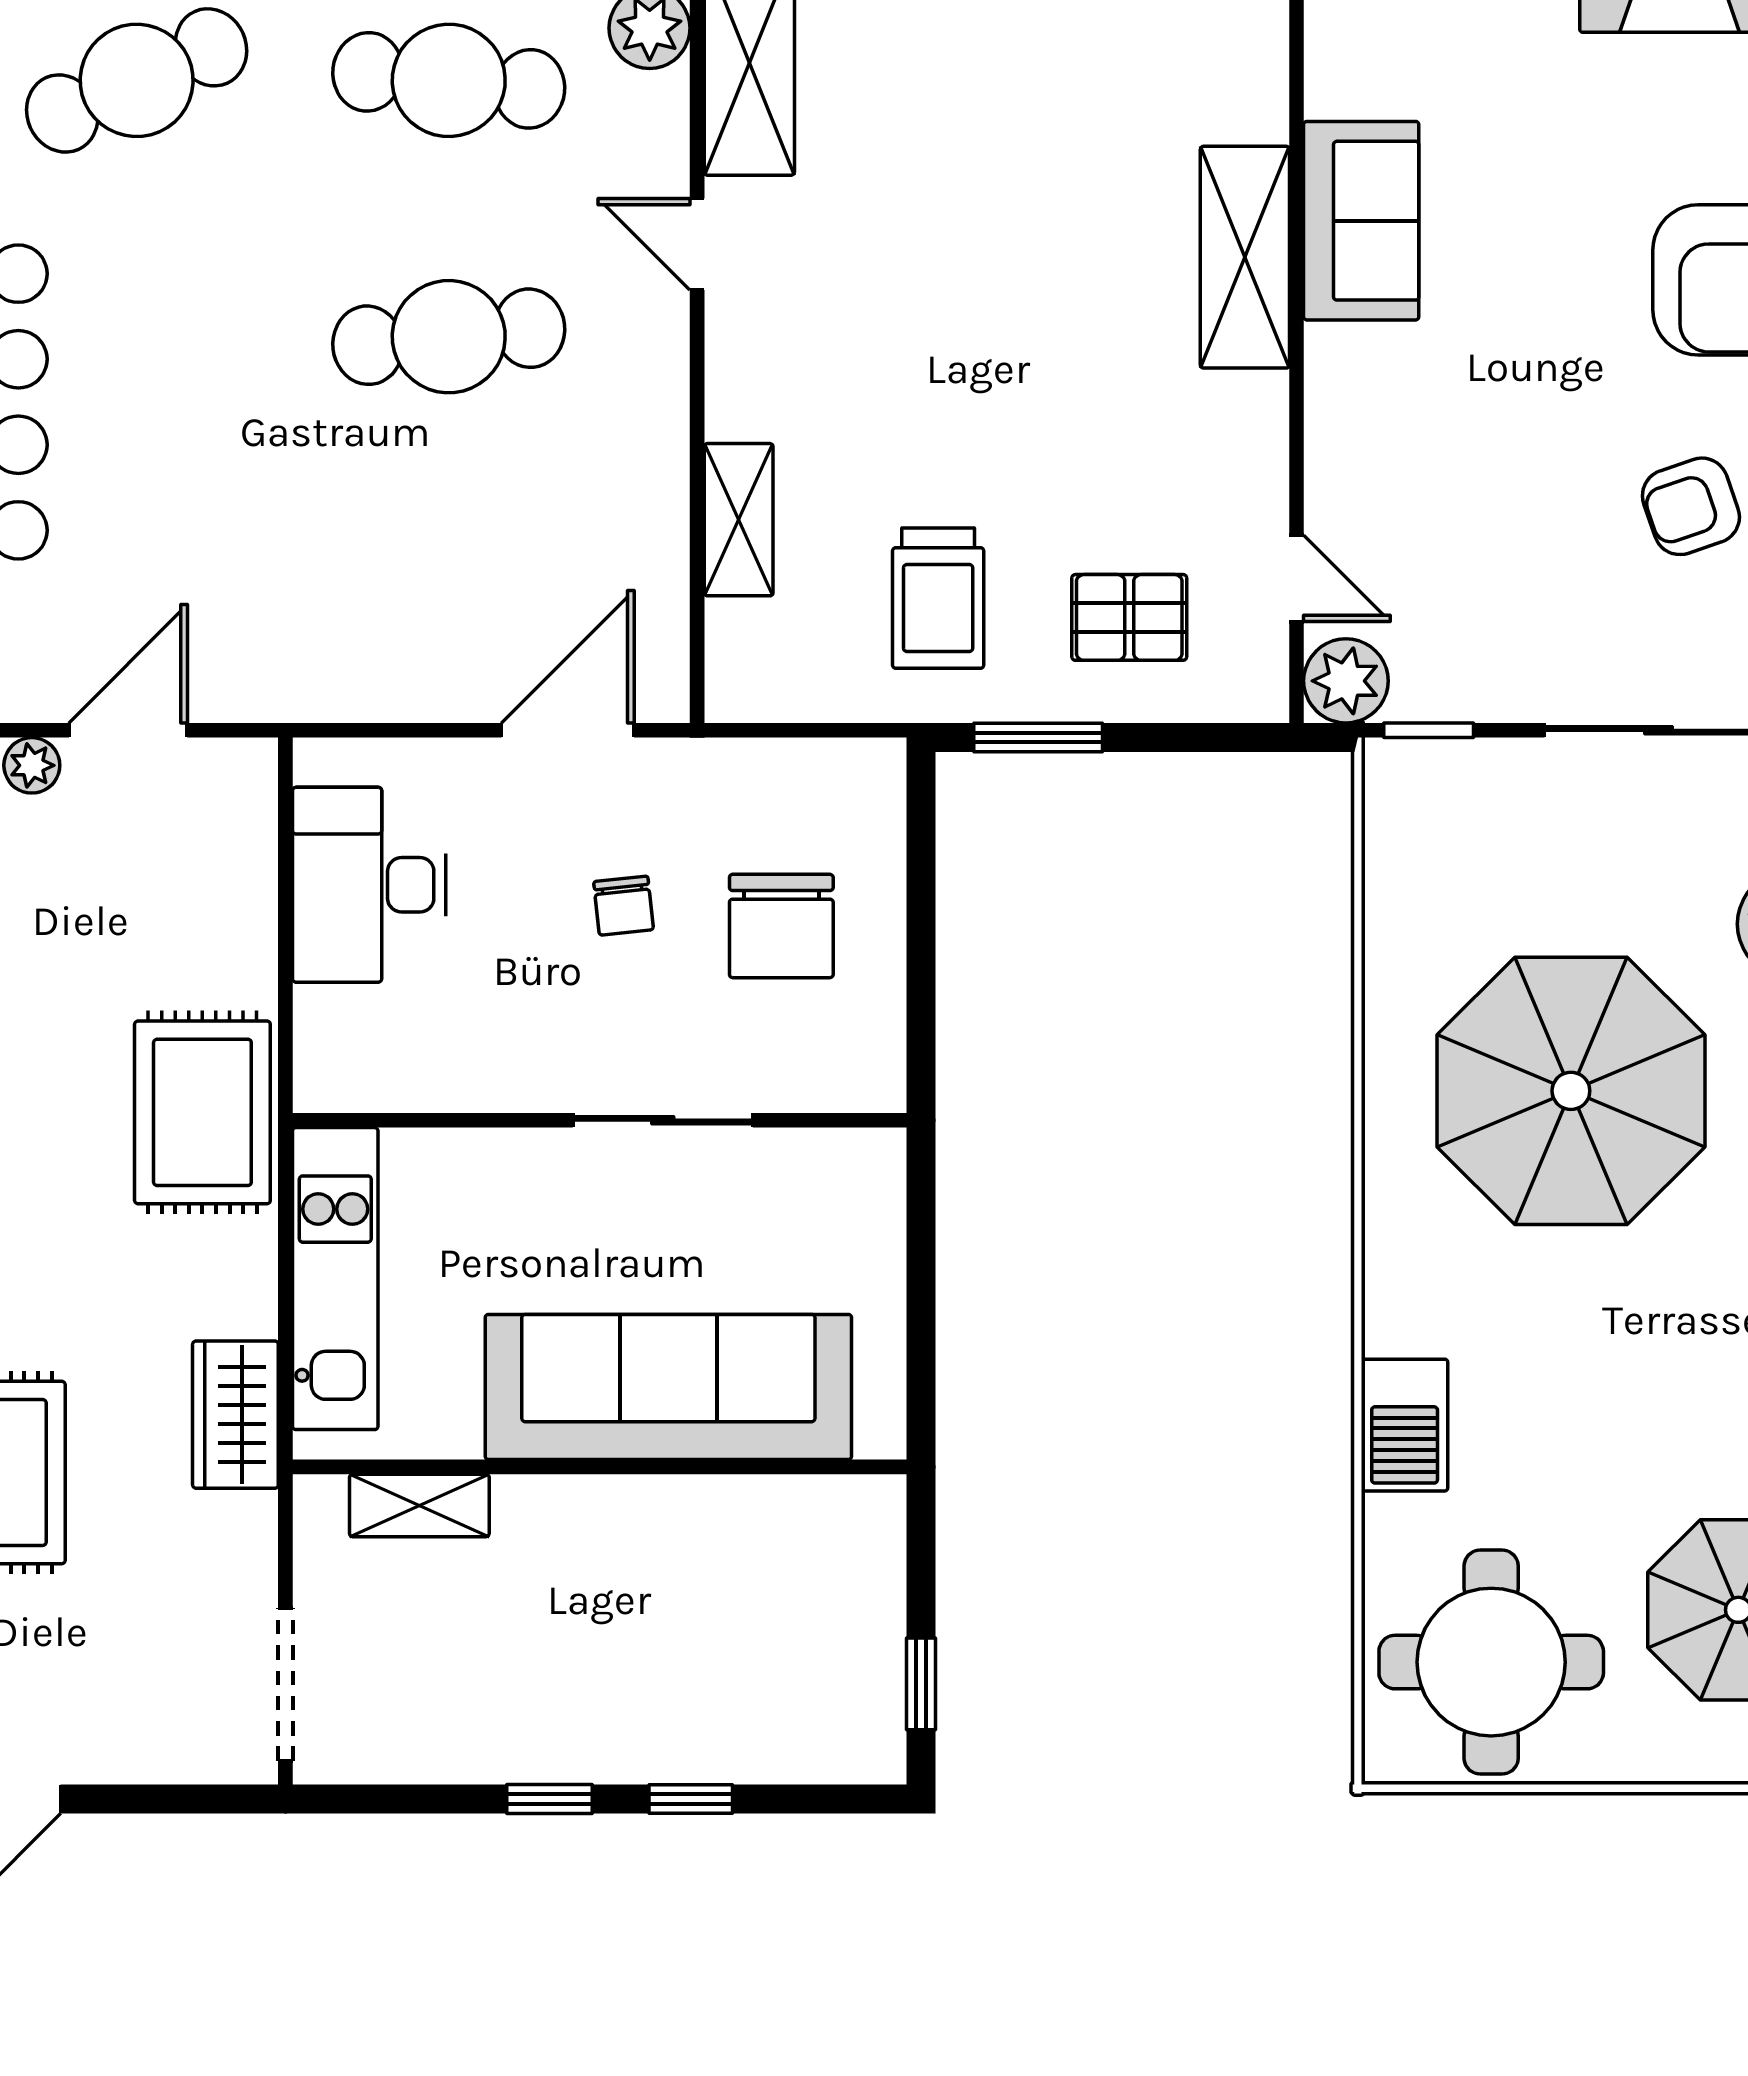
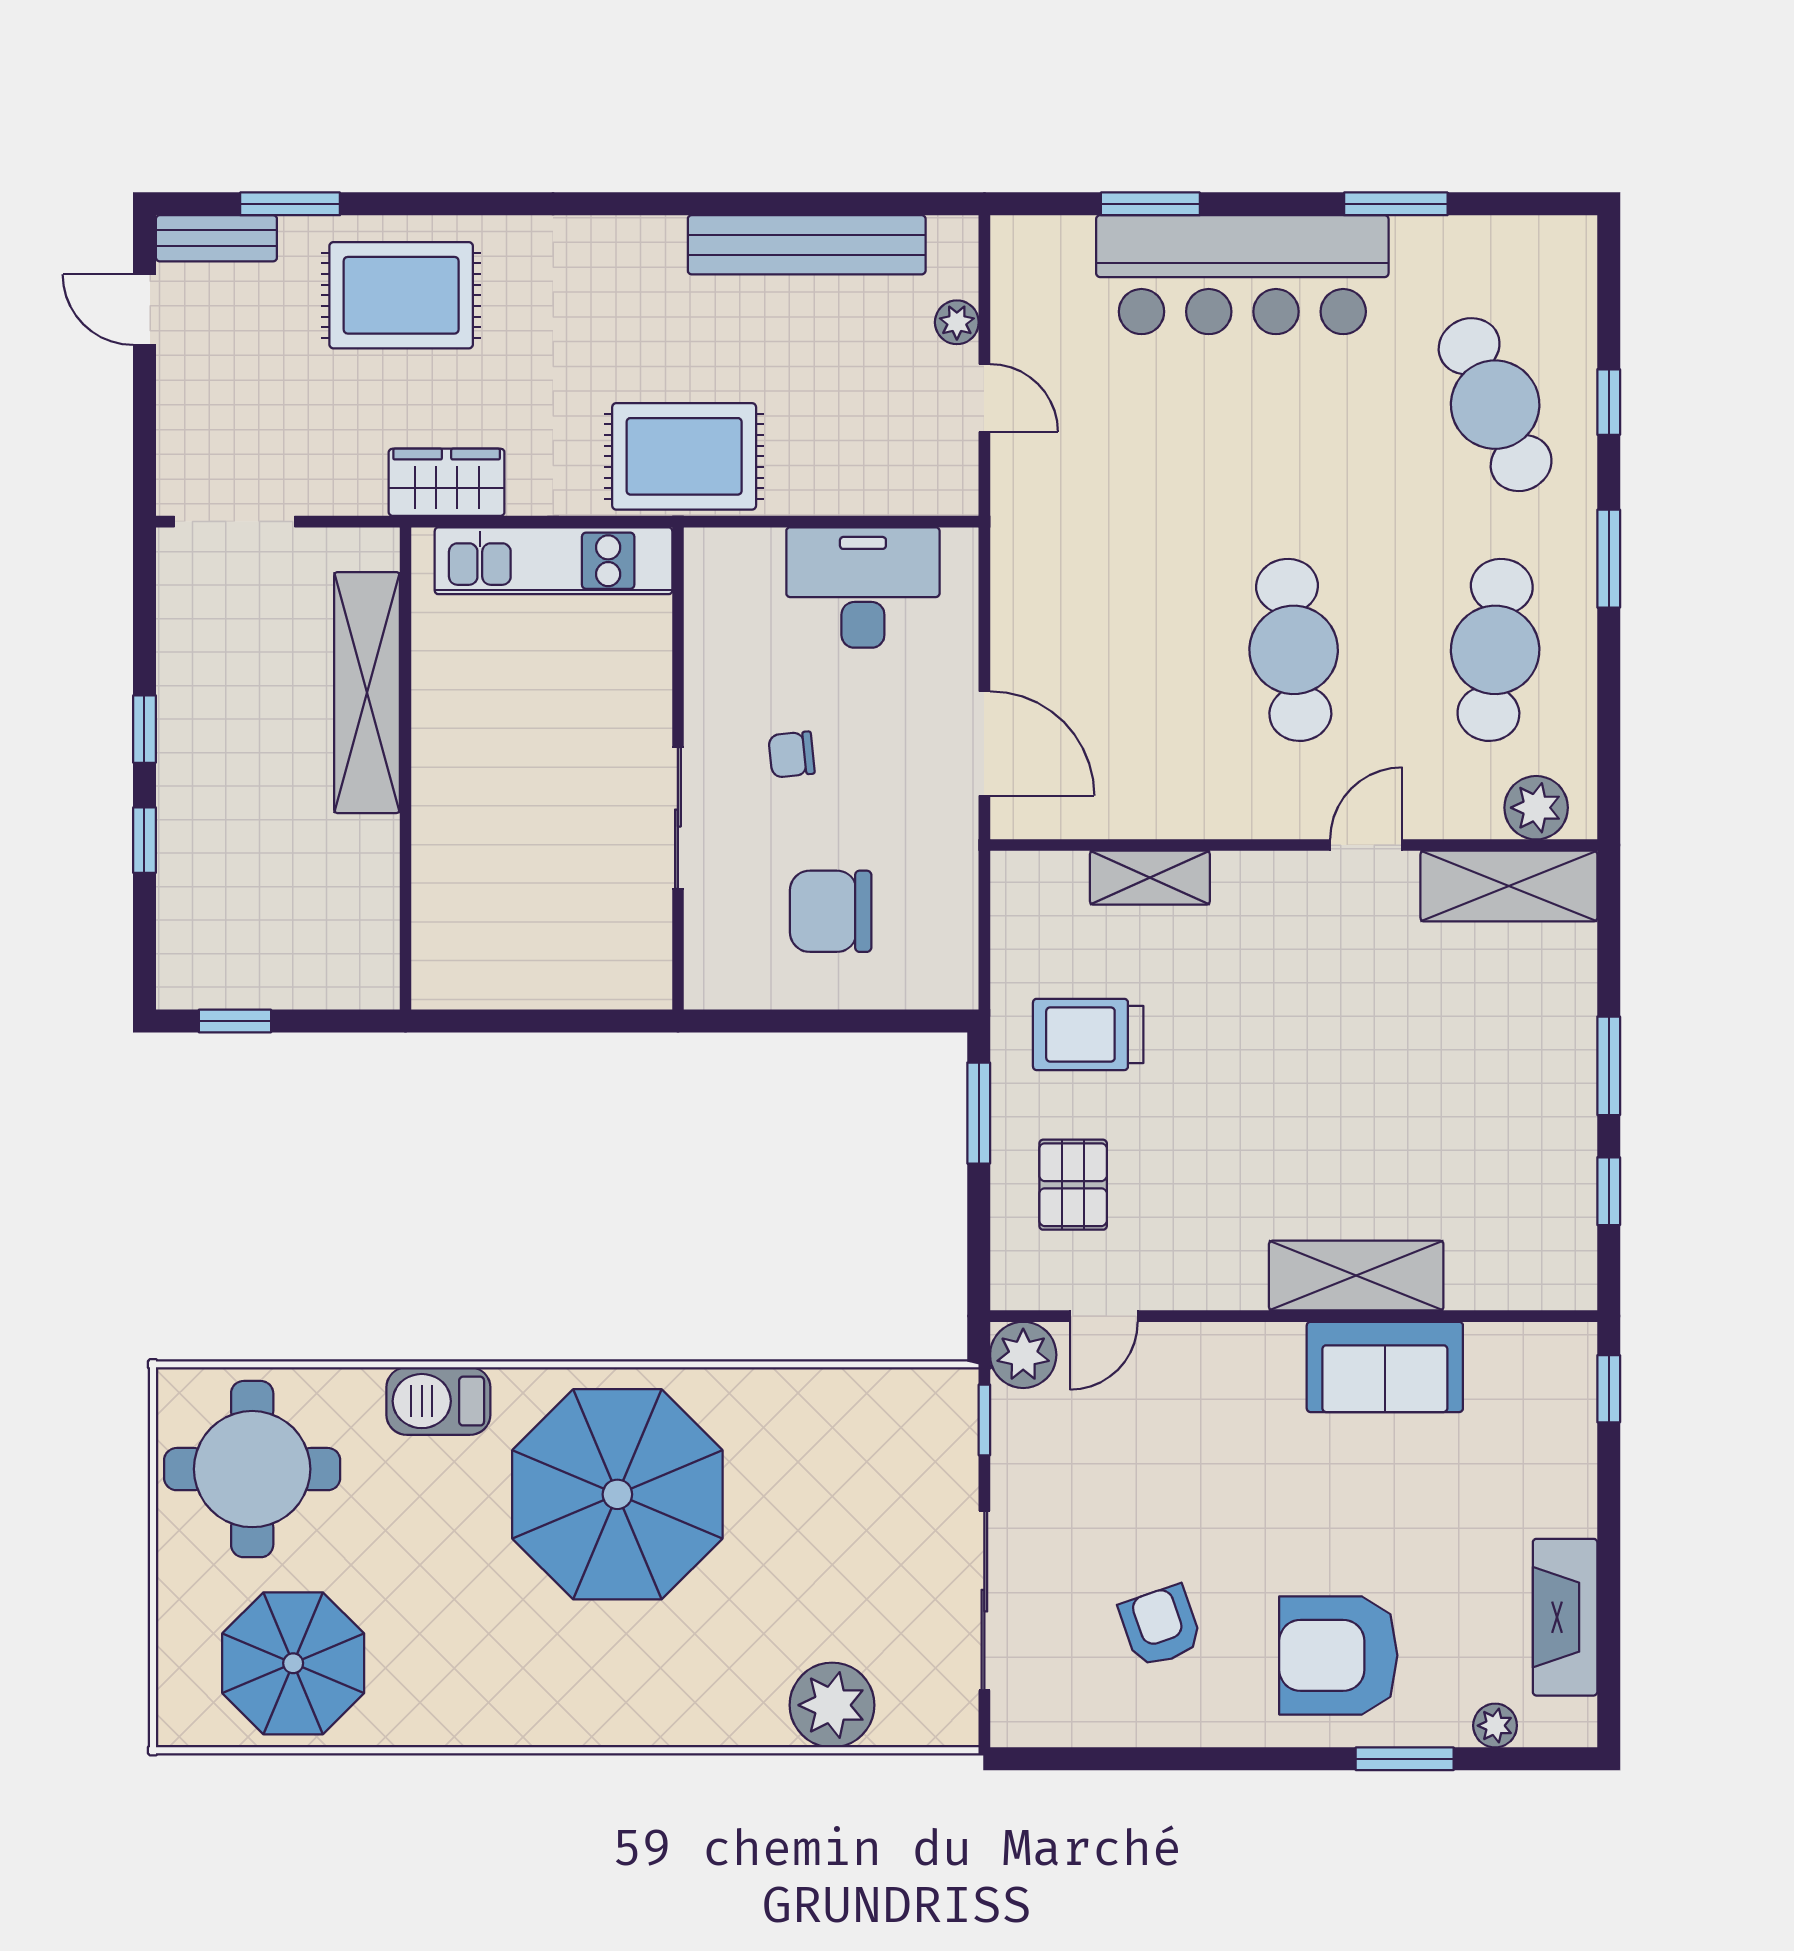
door: (128, 730) -> (984, 398), width x0.73
chair: (624, 906) -> (792, 755), moved
parasol: (1571, 1091) -> (617, 1494), moved
sofa: (668, 1387) -> (468, 823), removed
shelving: (419, 1505) -> (367, 693), width x2.20, depth x1.33

